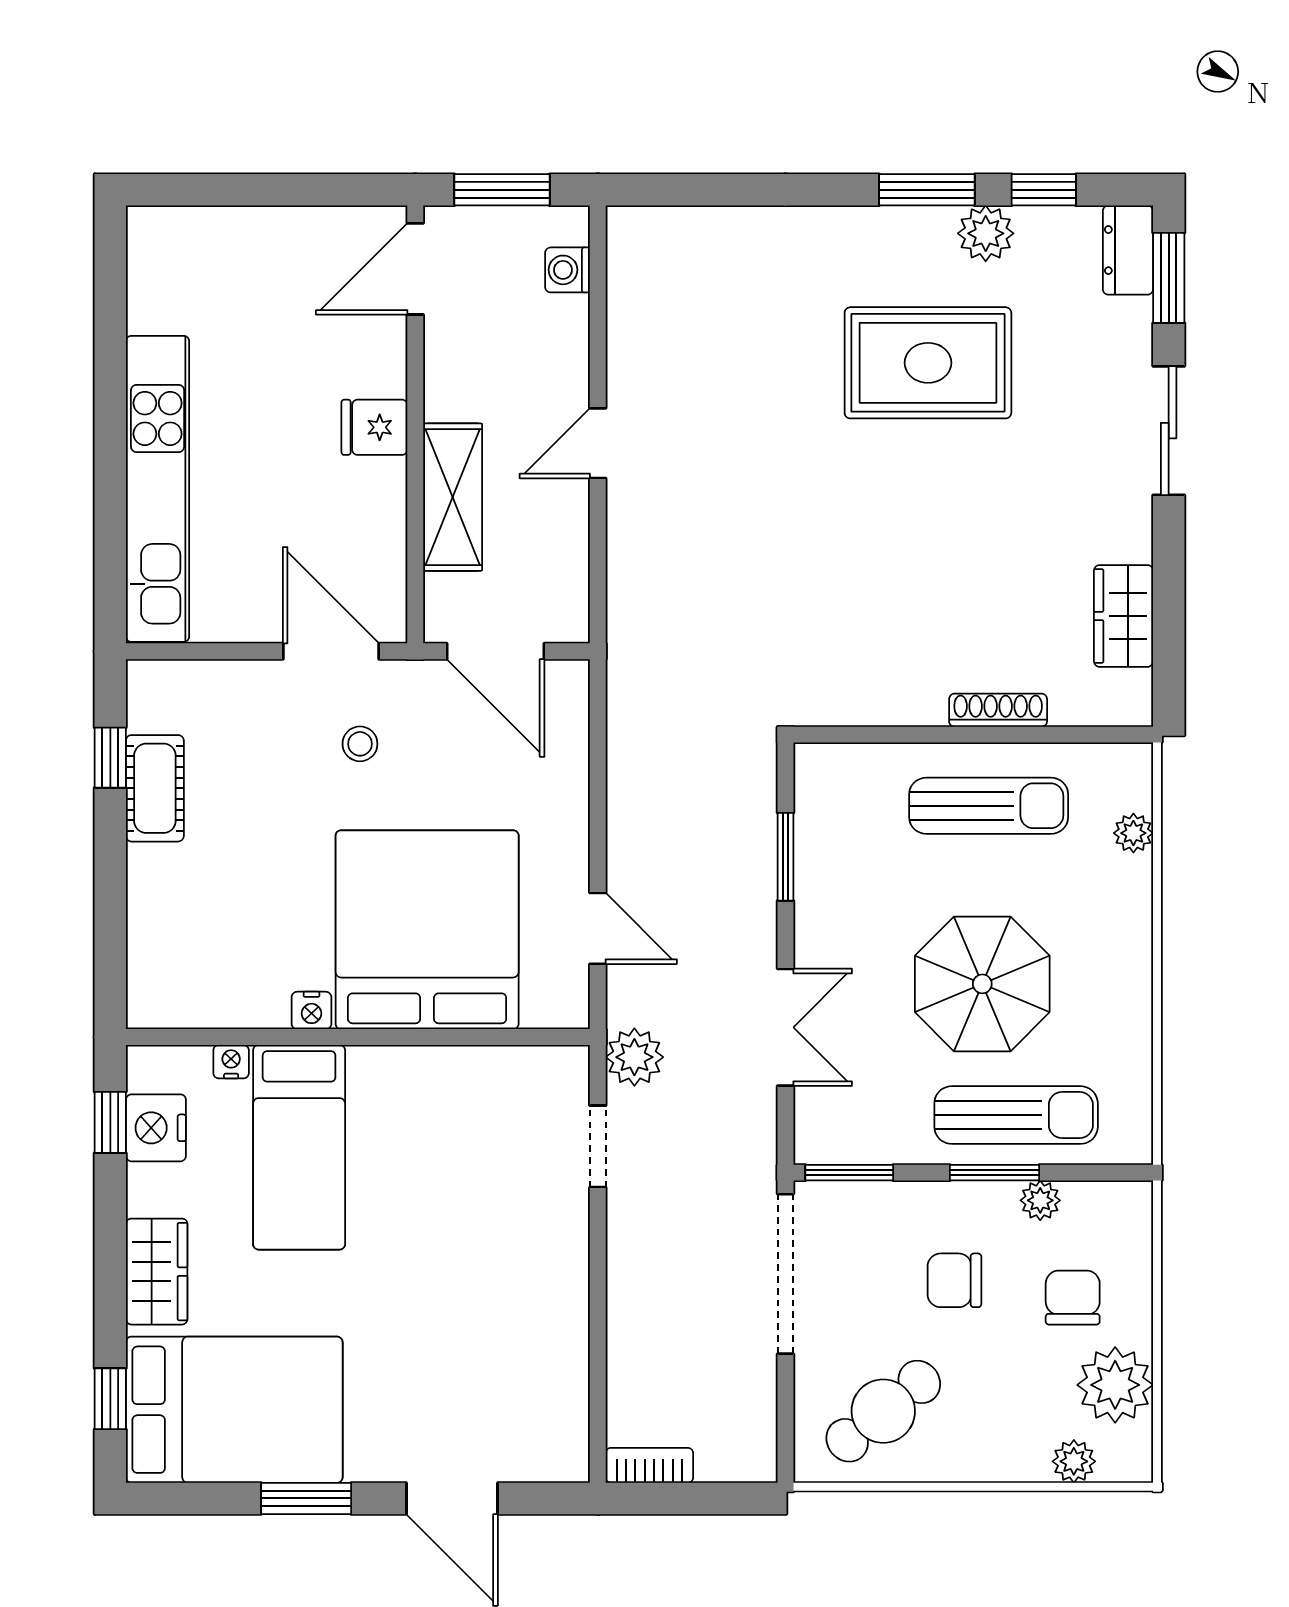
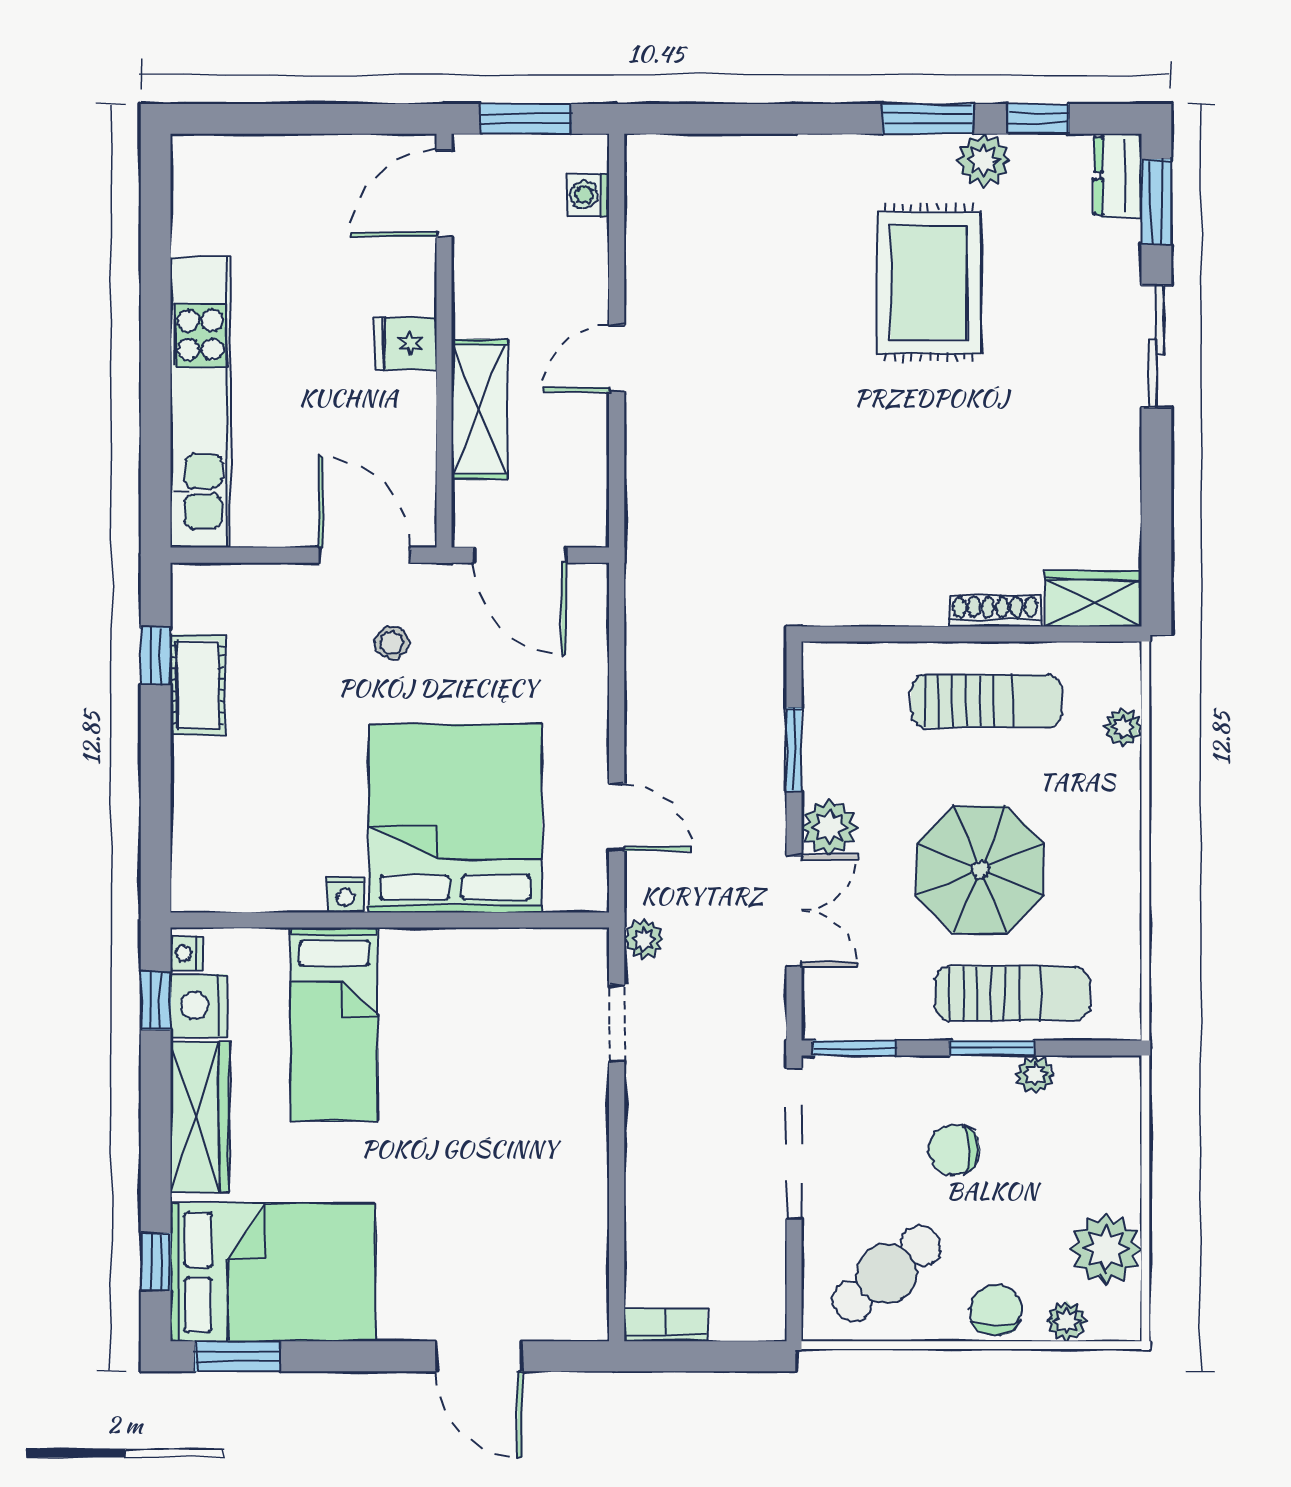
rug: (928, 363) -> (929, 282), turned 90
wardrobe: (1124, 616) -> (1094, 599), moved, turned 90
plant: (823, 939) -> (830, 827), added
plant: (634, 1057) -> (644, 939), width x0.73, depth x0.73
nightstand: (231, 1062) -> (186, 953), moved, turned -90
wardrobe: (157, 1272) -> (200, 1117), width x1.50
chair: (1073, 1298) -> (996, 1310), moved
window: (306, 1498) -> (238, 1356), moved

